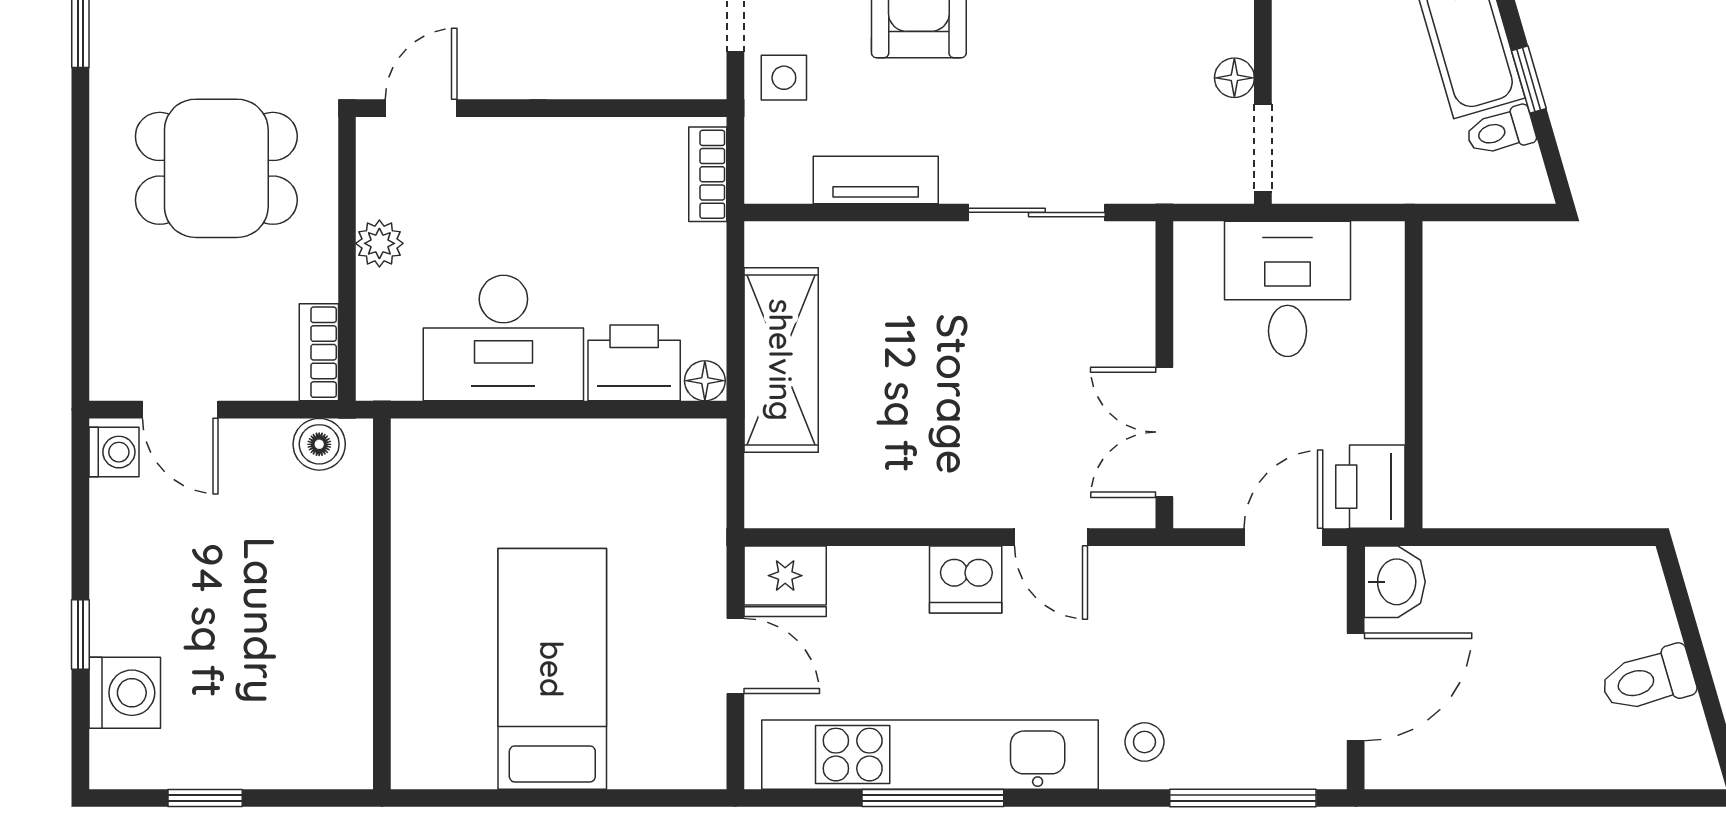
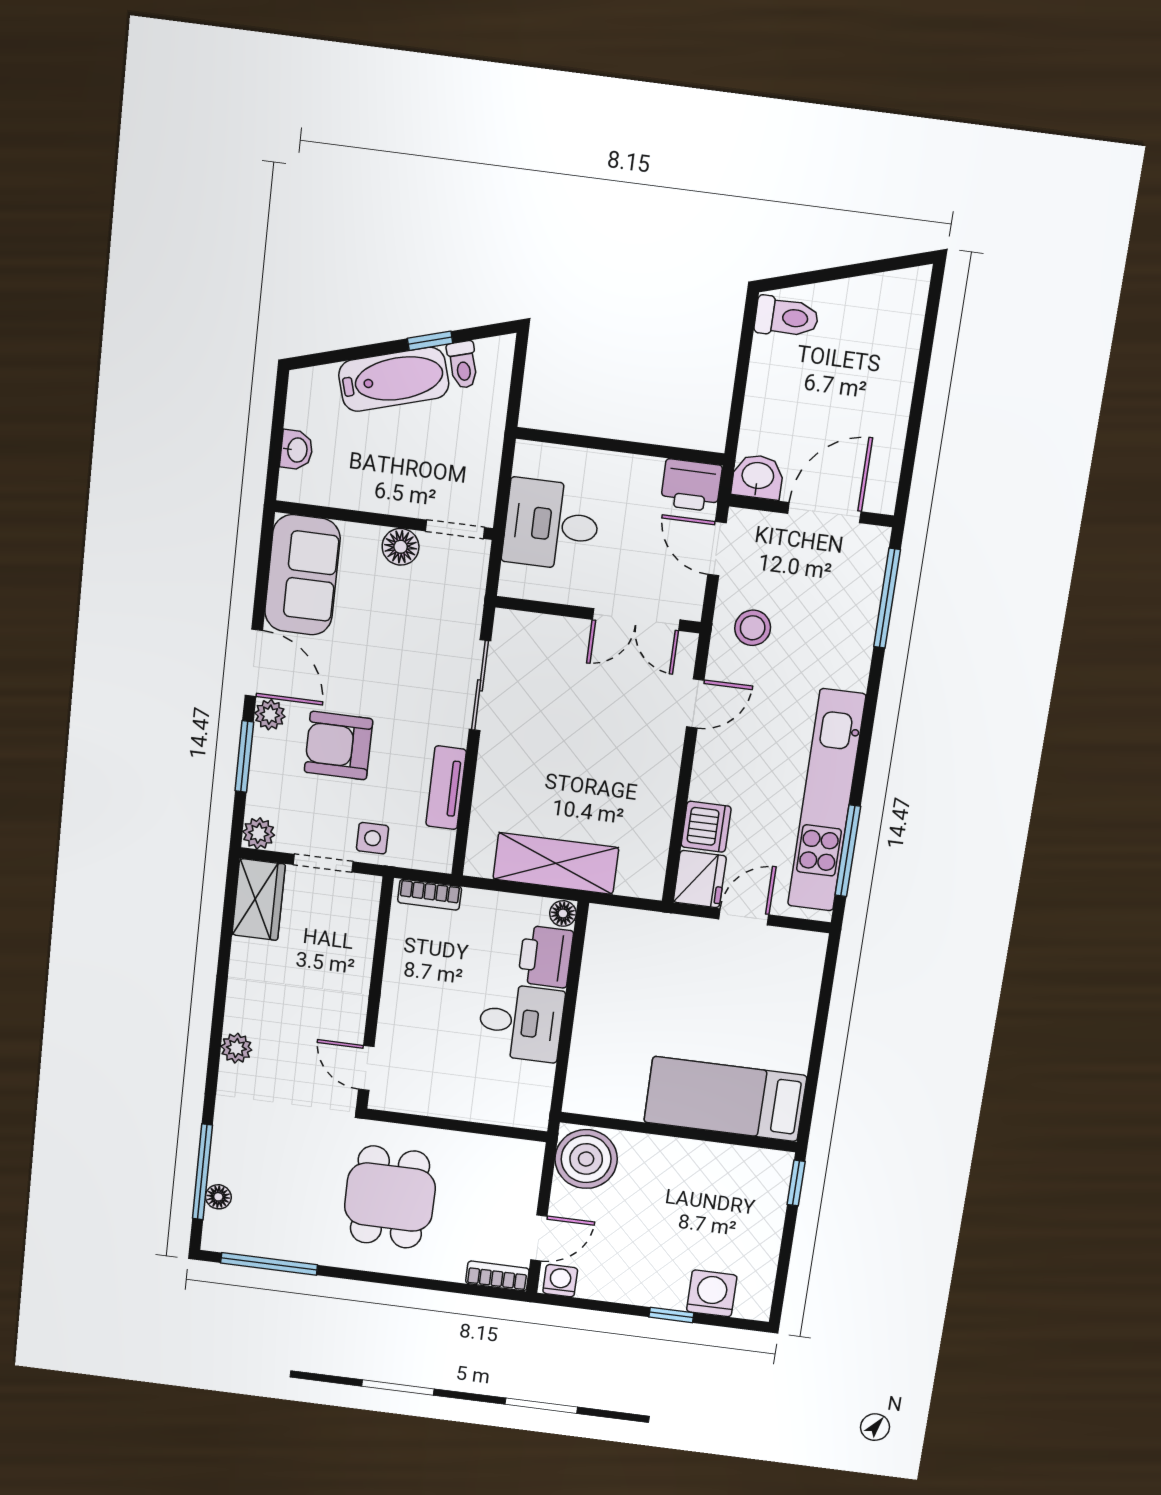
floor lamp: (1234, 78) -> (401, 547), width x1.37, depth x1.37
plant: (379, 243) -> (449, 1104), removed
desk: (503, 338) -> (521, 1022), width x0.73
bookcase: (319, 352) -> (497, 1276), moved, turned 180
boiler: (319, 444) -> (586, 1159), width x1.86, depth x1.86
dishwasher: (966, 579) -> (706, 827), moved
bed: (552, 669) -> (725, 1099), moved
toilet: (1648, 680) -> (787, 317), moved, turned -74
door: (1356, 687) -> (824, 513), hinge flipped
stool: (1144, 742) -> (753, 628), moved, width x1.37, depth x1.37
window: (205, 798) -> (796, 1183), moved
window: (933, 798) -> (848, 851), moved

